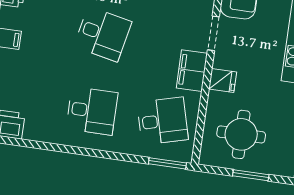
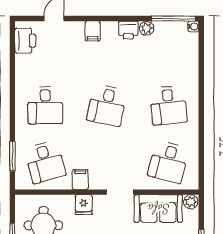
filing cabinet: (192, 71) -> (80, 179), width x0.50
window: (167, 163) -> (12, 156), moved

